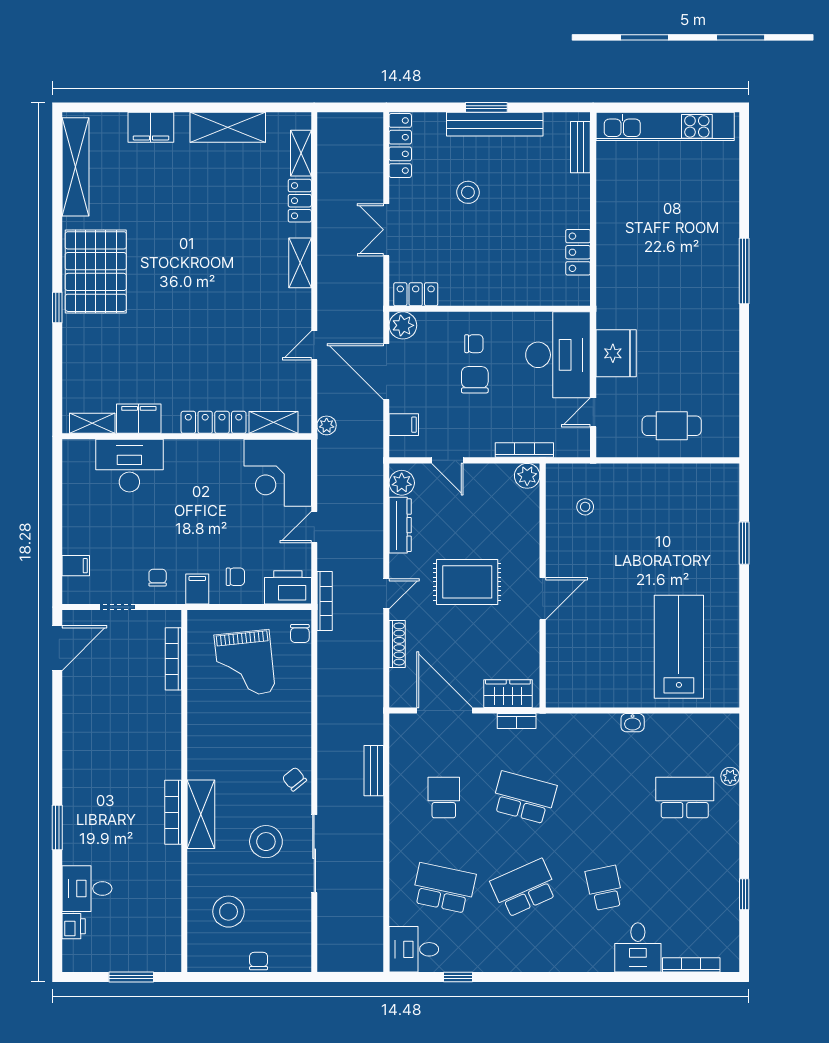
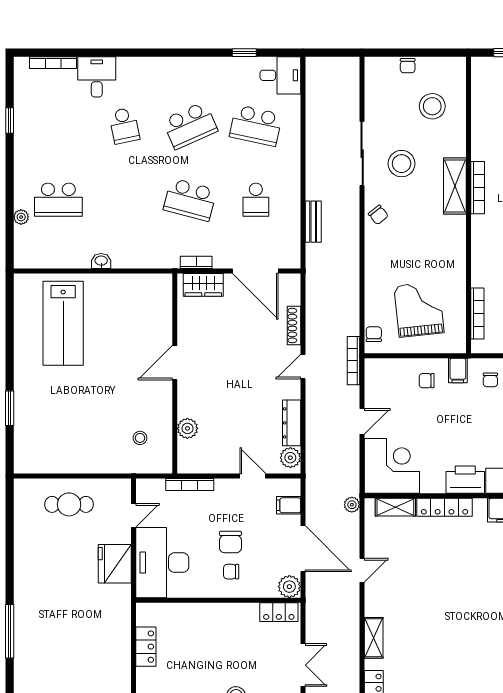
plant: (527, 476) -> (187, 428), moved
rug: (467, 582) -> (237, 376), removed
printer: (288, 587) -> (465, 480), moved, turned 180

